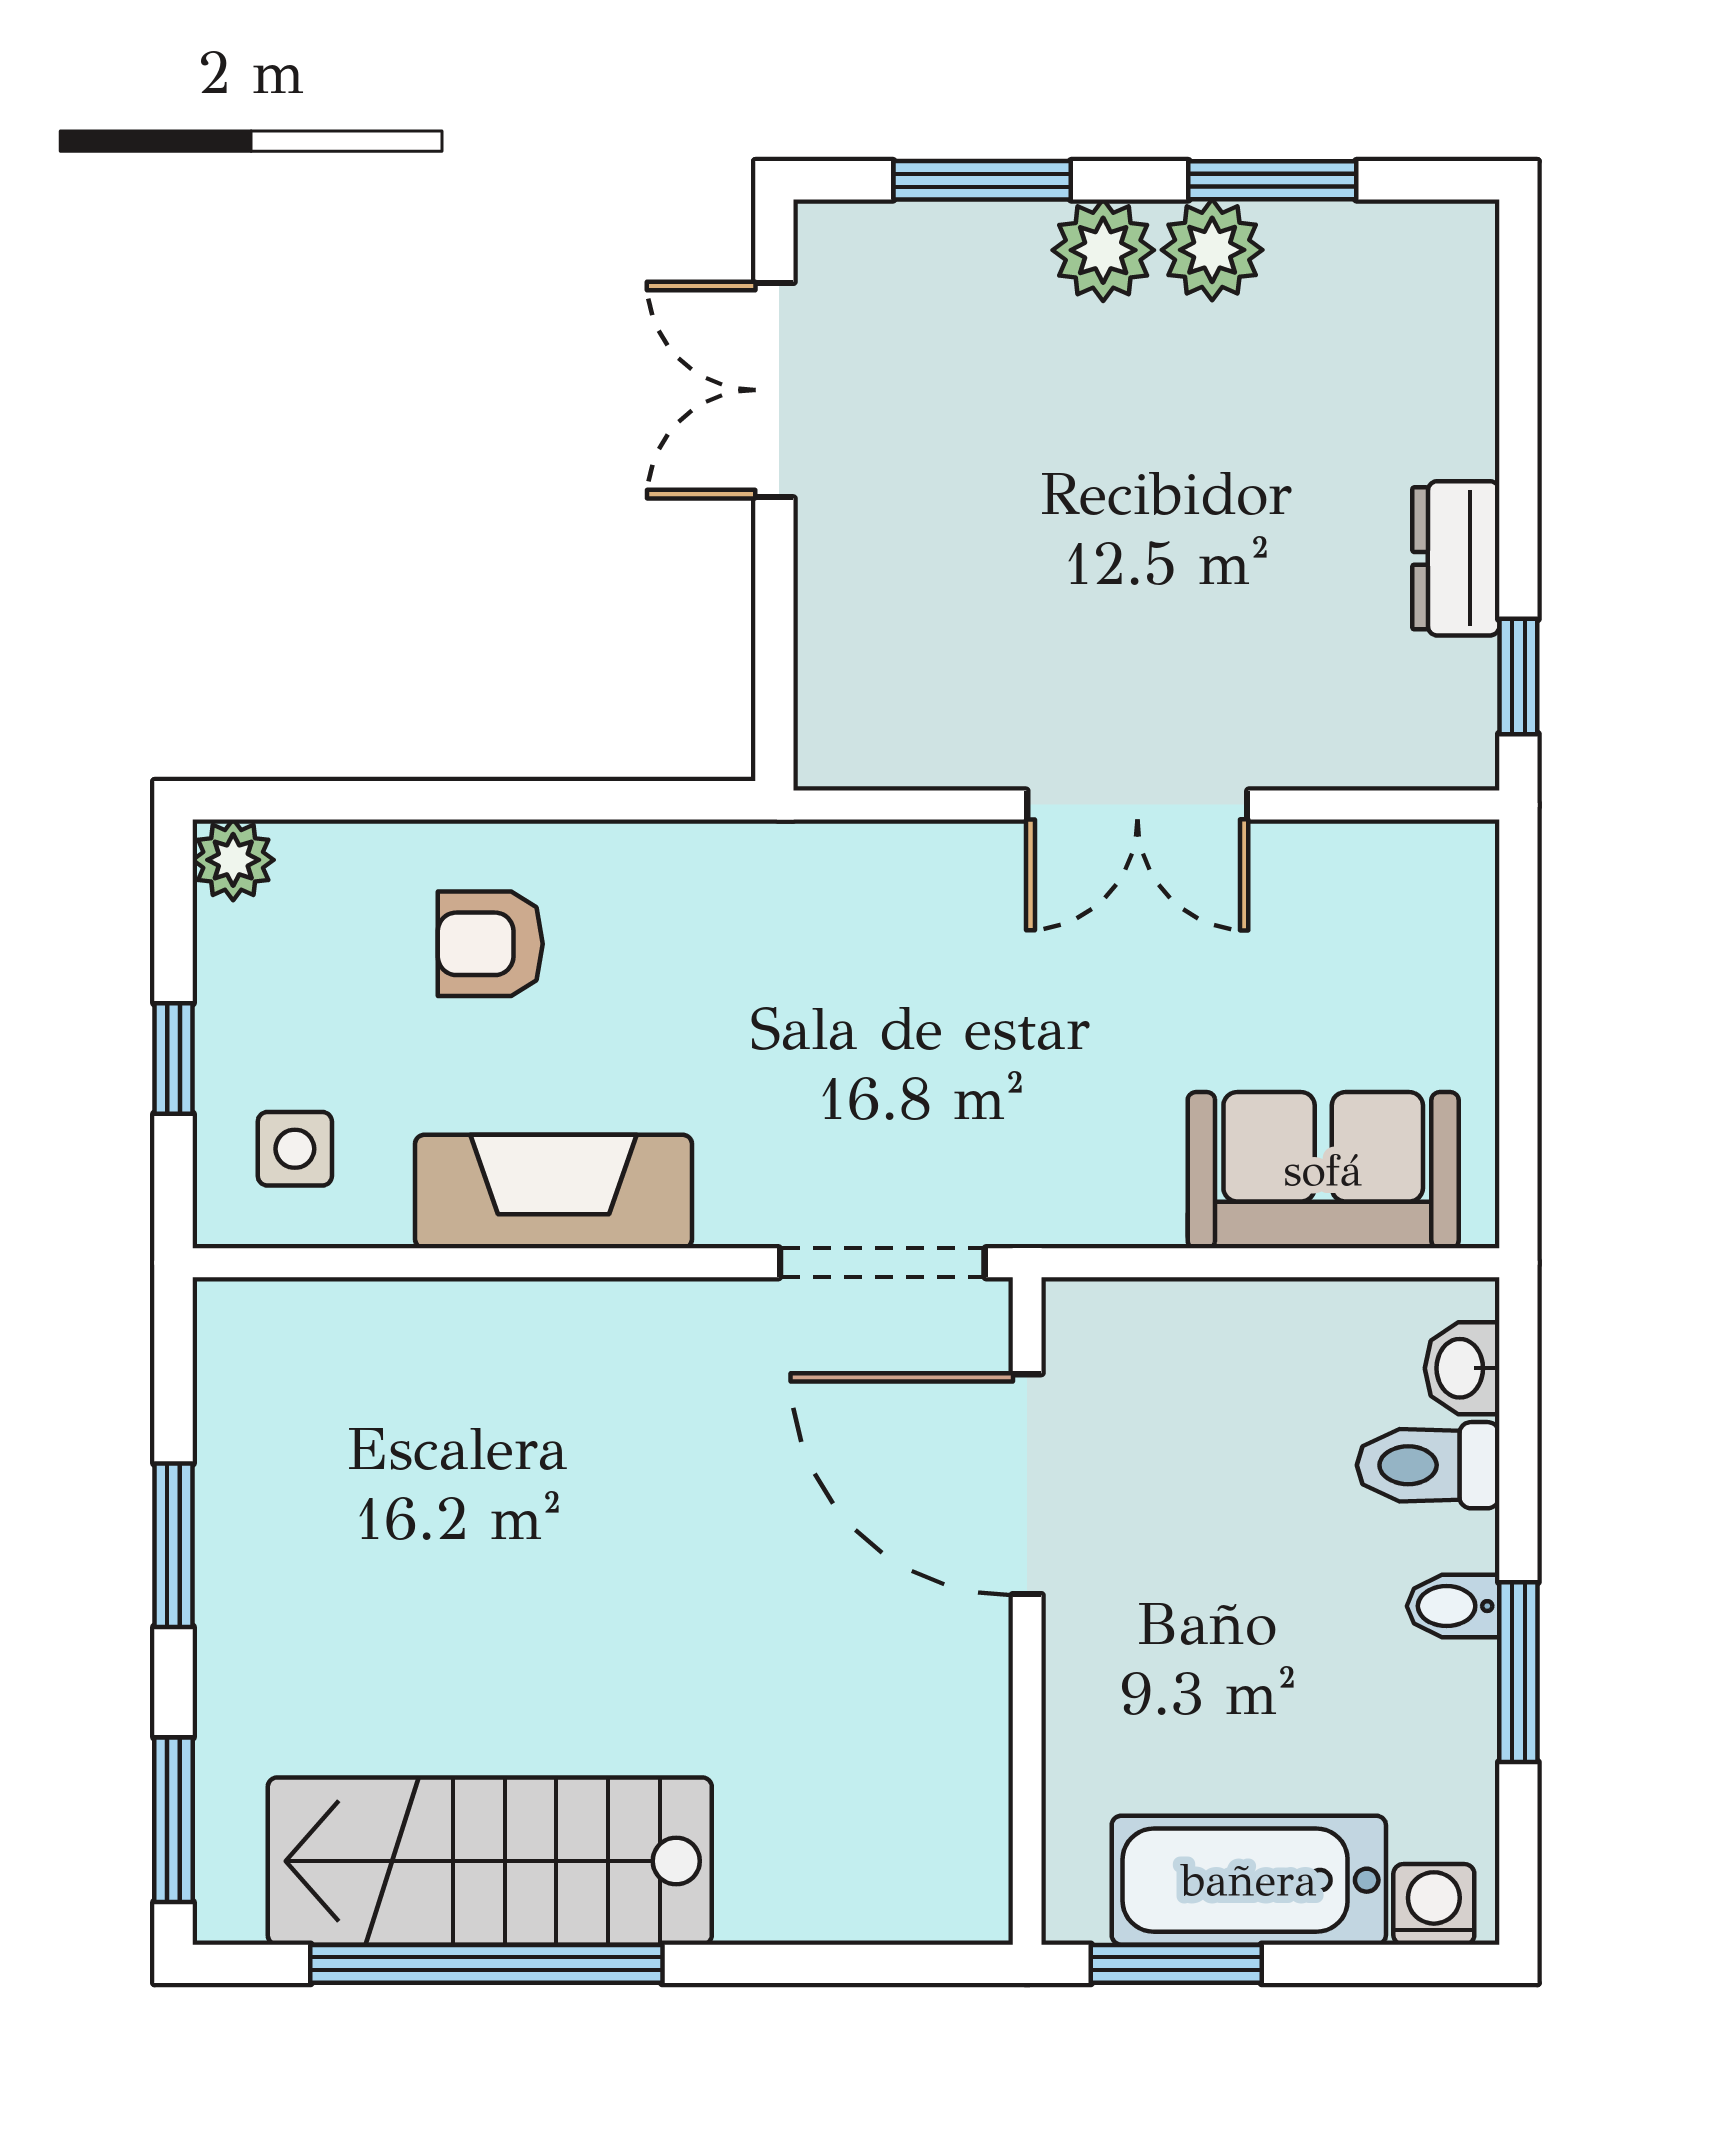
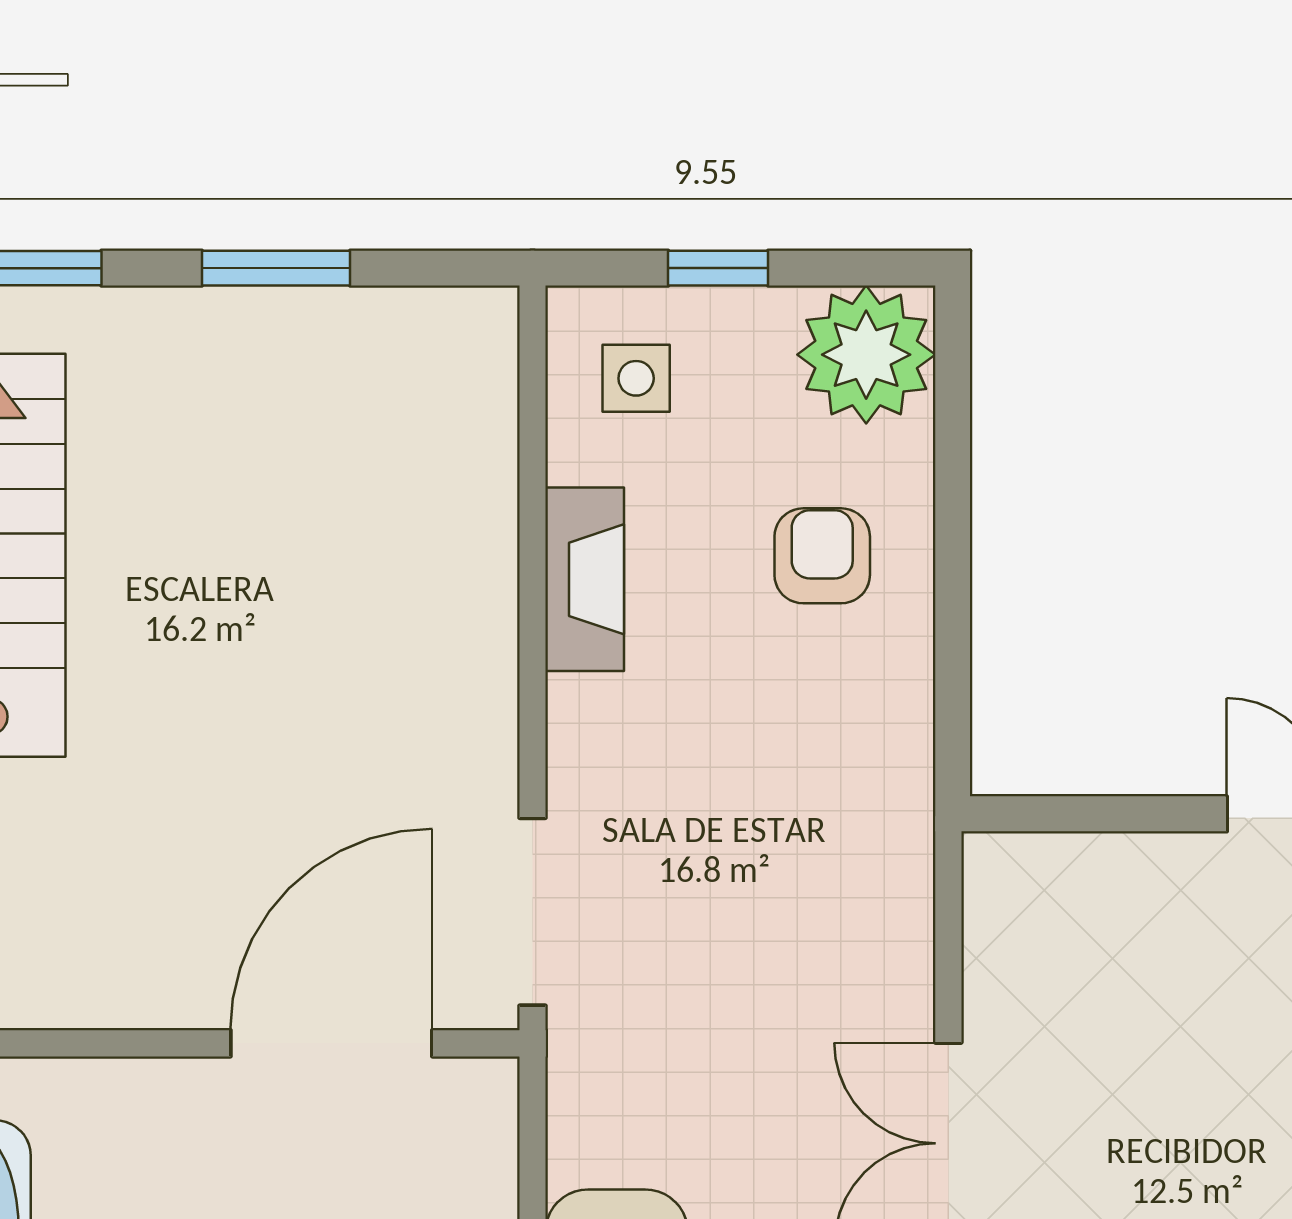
plant: (233, 860) -> (866, 355), width x1.88, depth x1.88
fireplace: (553, 1192) -> (585, 579), width x0.73, depth x0.76

